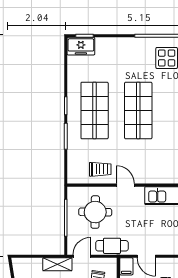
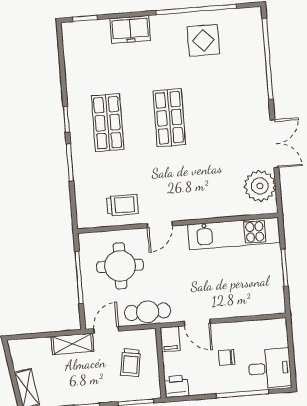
freezer: (81, 46) -> (130, 29), moved
shop shelf: (95, 110) -> (108, 123), width x0.70, depth x0.74
shop shelf: (138, 110) -> (169, 118), width x0.70, depth x0.74
door: (125, 185) -> (160, 225), swing flipped

